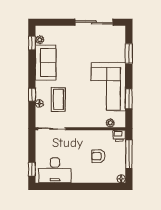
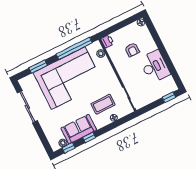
corner sofa: (108, 86) -> (68, 78), width x1.36, depth x1.36
window: (32, 95) -> (89, 138), moved
window: (129, 99) -> (74, 48), width x2.11
window: (129, 154) -> (118, 26), removed
desk: (55, 170) -> (155, 67), moved

